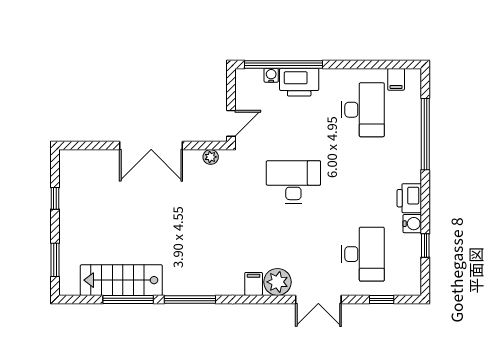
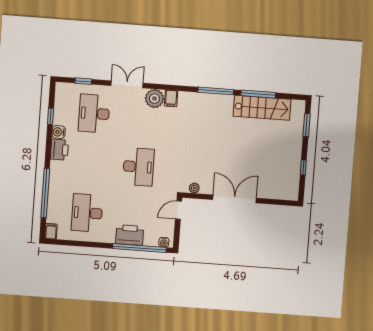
water cooler: (271, 75) -> (164, 242), moved
filing cabinet: (396, 79) -> (51, 231), moved
desk: (293, 182) -> (138, 167), turned -90

